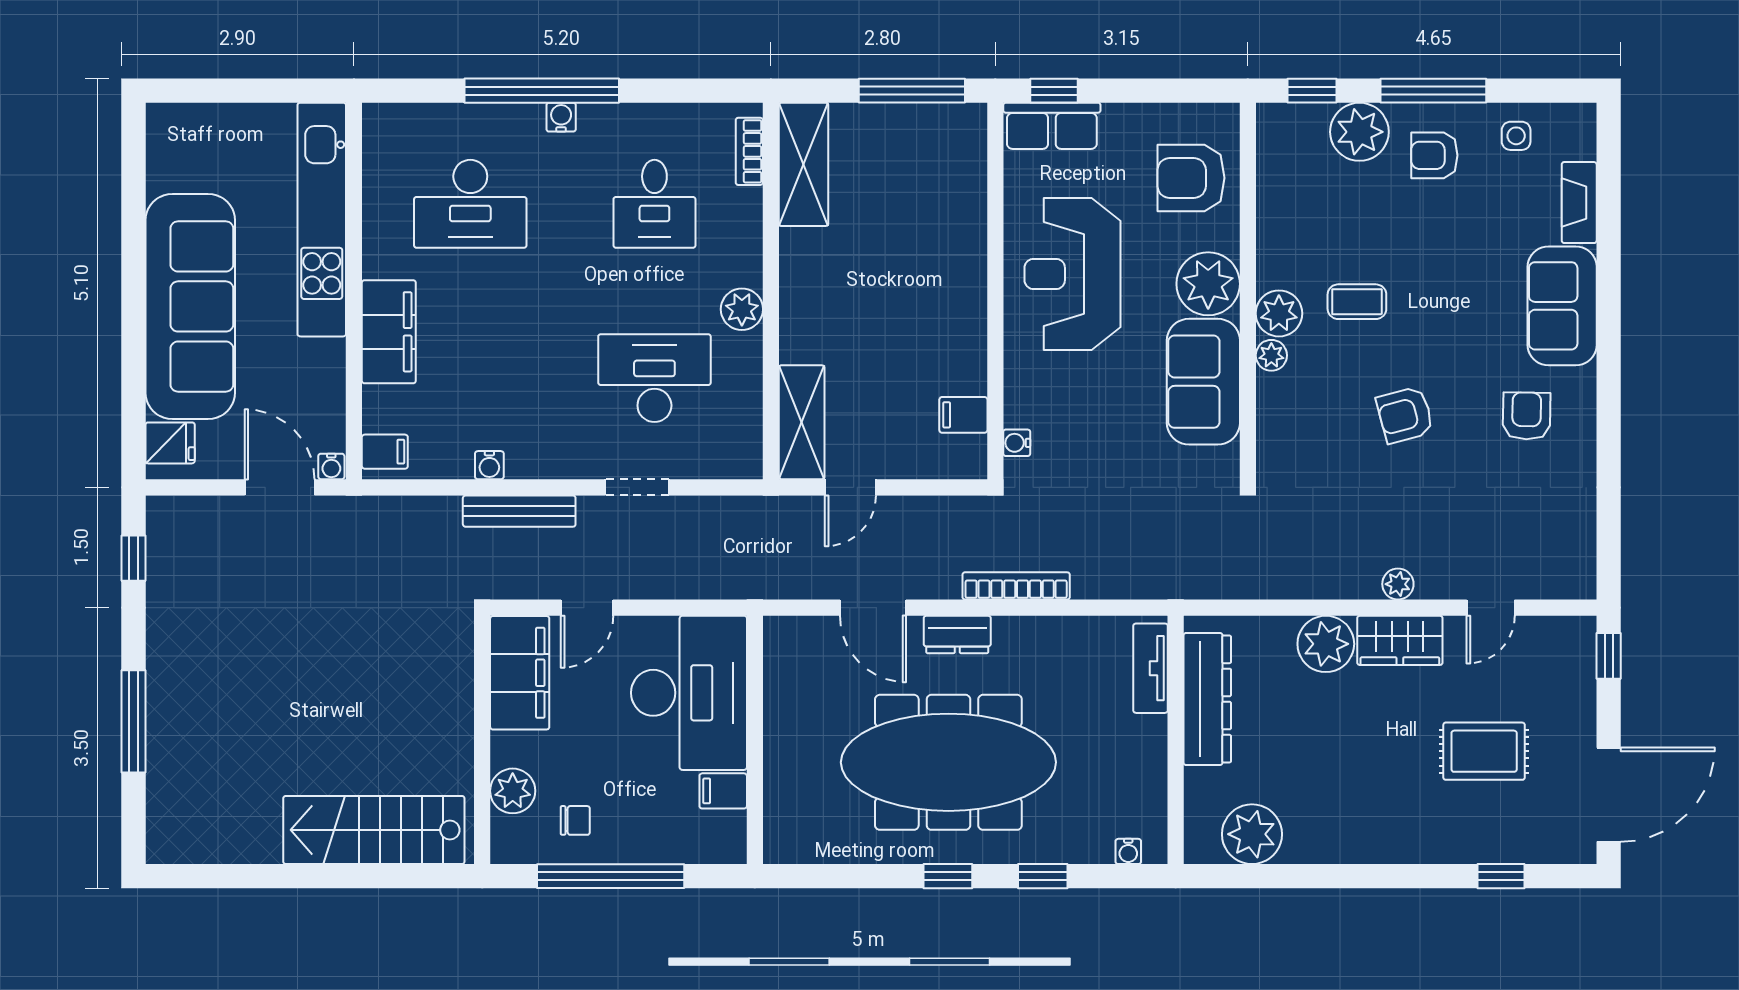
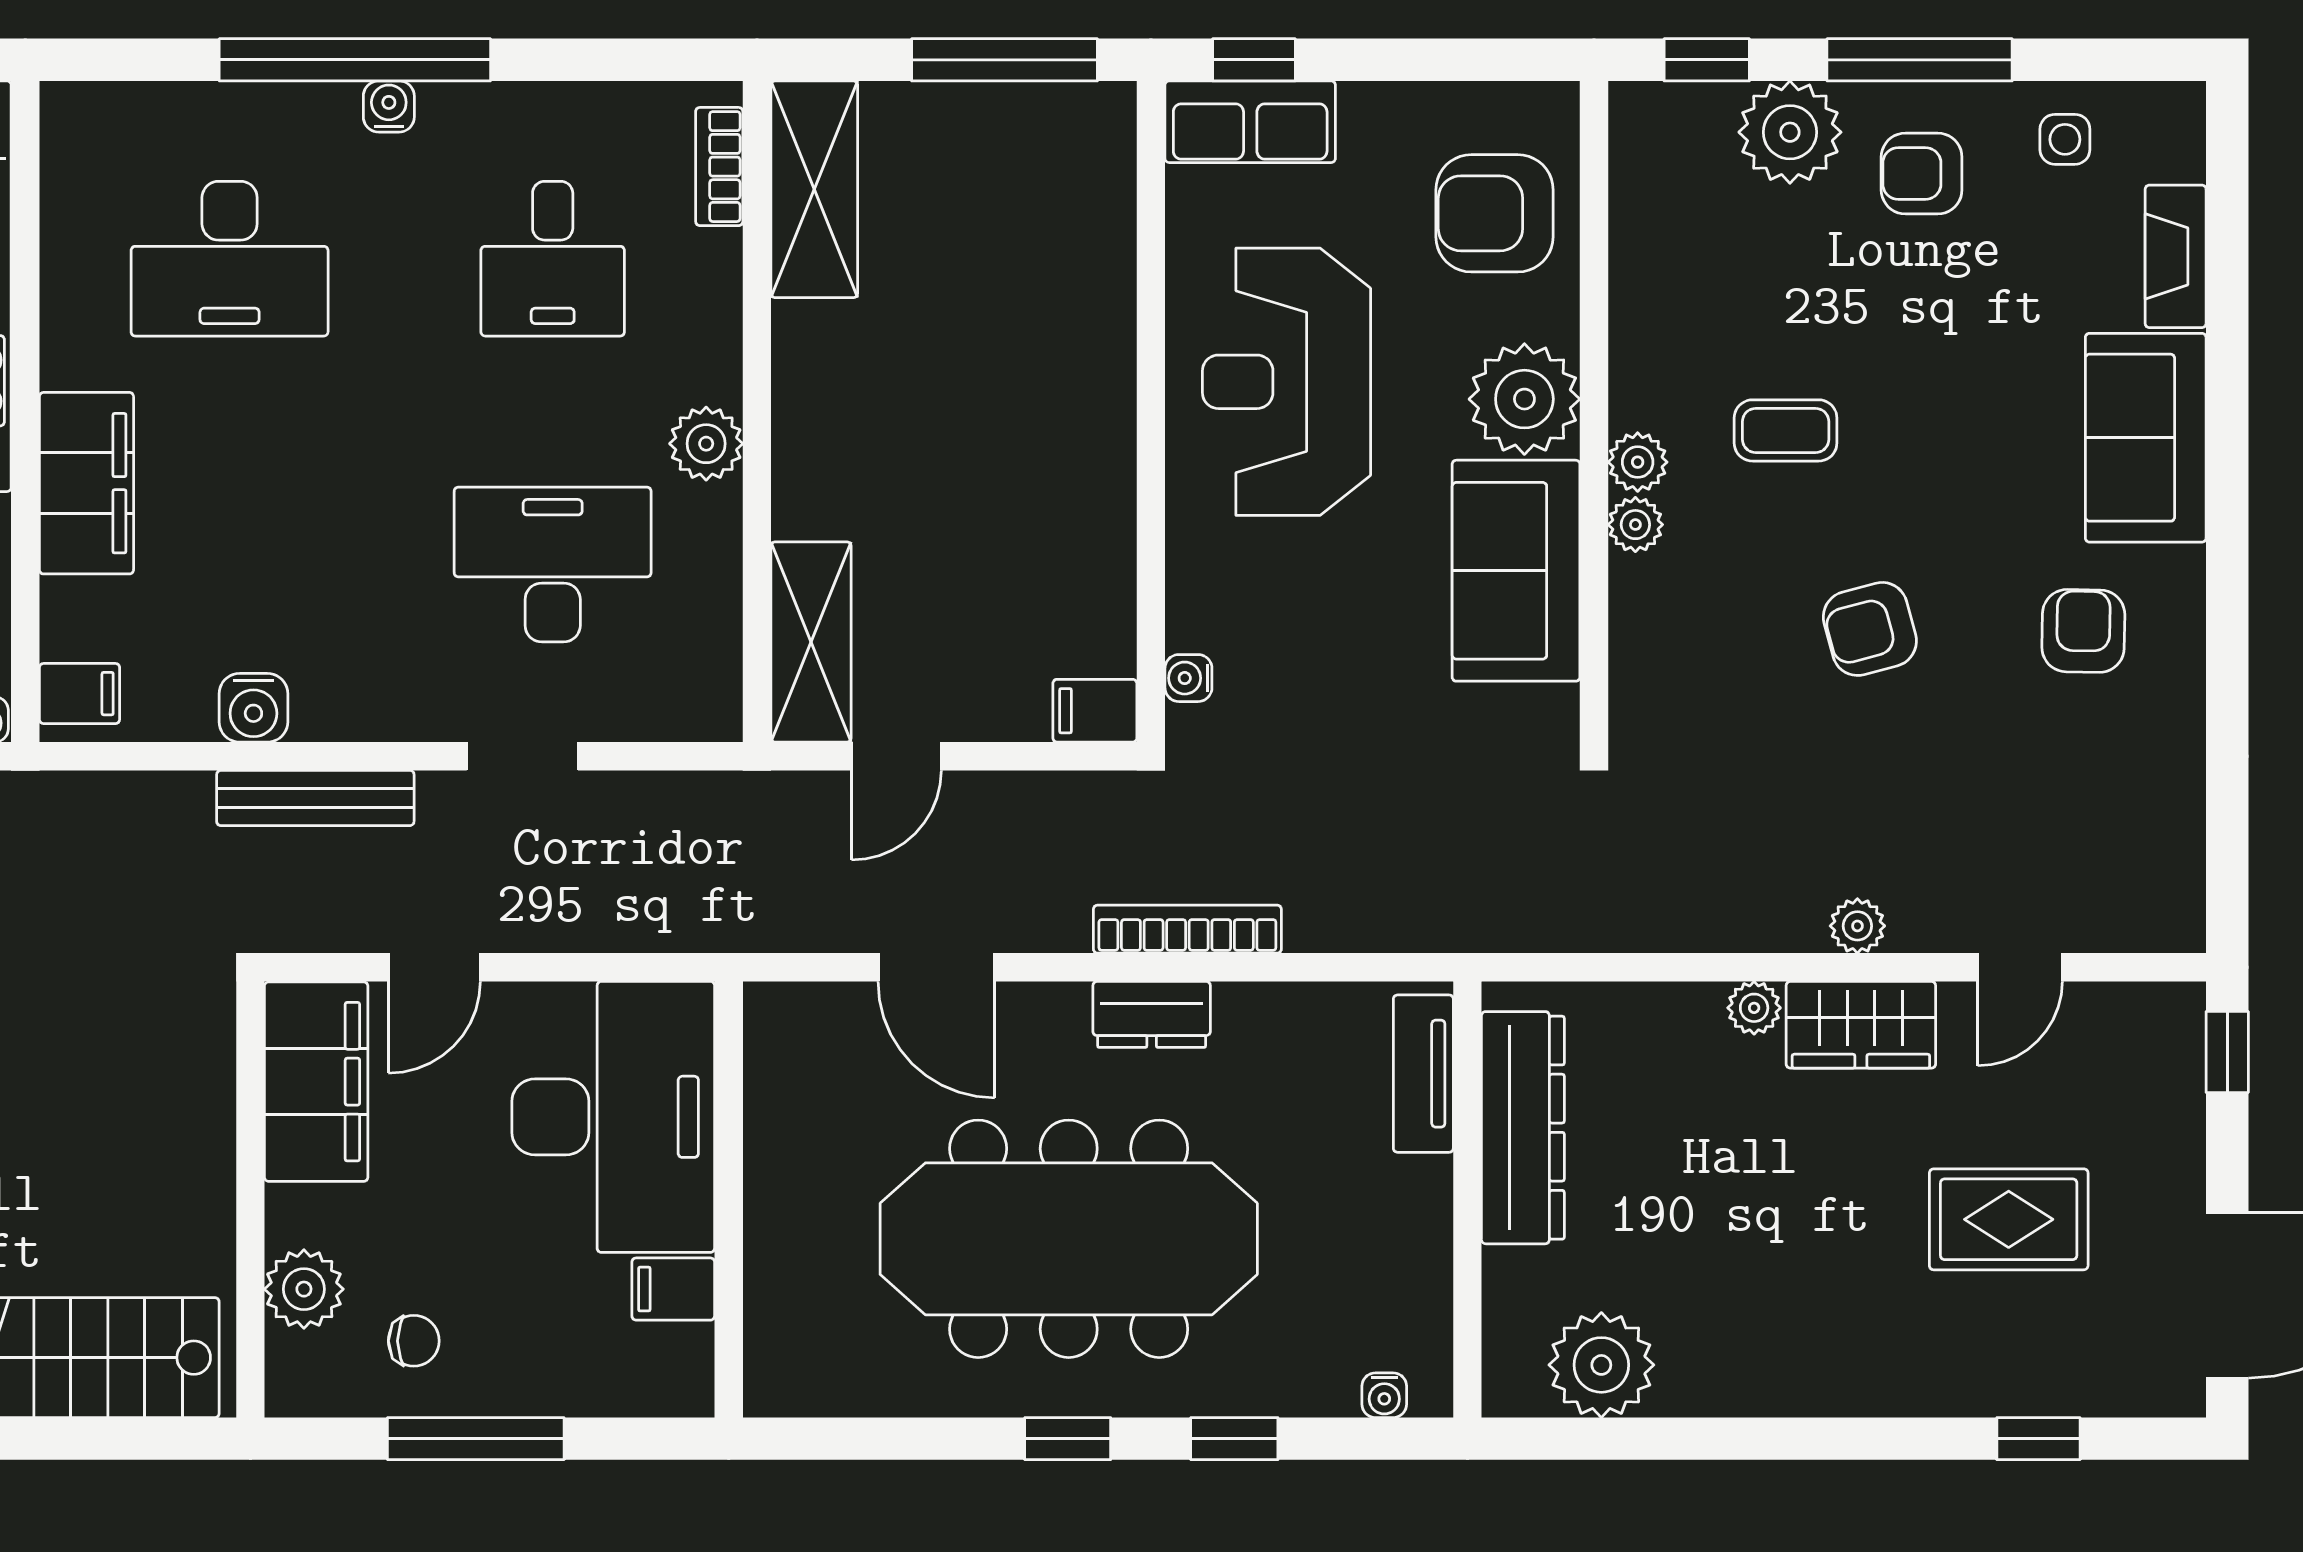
plant: (1279, 313) -> (1638, 462), width x0.73, depth x0.73
filing cabinet: (963, 415) -> (1095, 711), moved
water cooler: (489, 465) -> (253, 708), width x1.38, depth x1.38
dresser: (957, 634) -> (1152, 1014), moved
plant: (1326, 644) -> (1754, 1008), width x0.53, depth x0.53
window: (611, 876) -> (476, 1439), width x0.68

